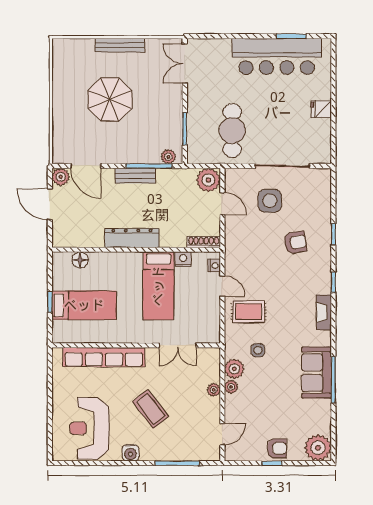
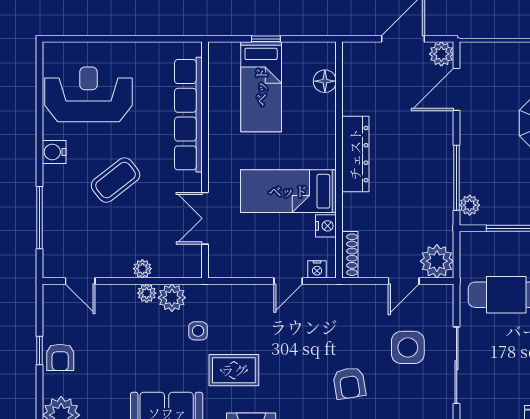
bench: (135, 176) -> (443, 159), removed
rug: (248, 312) -> (234, 370), moved, turned 90

